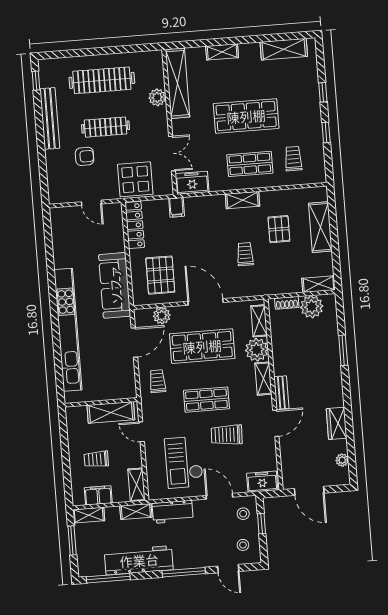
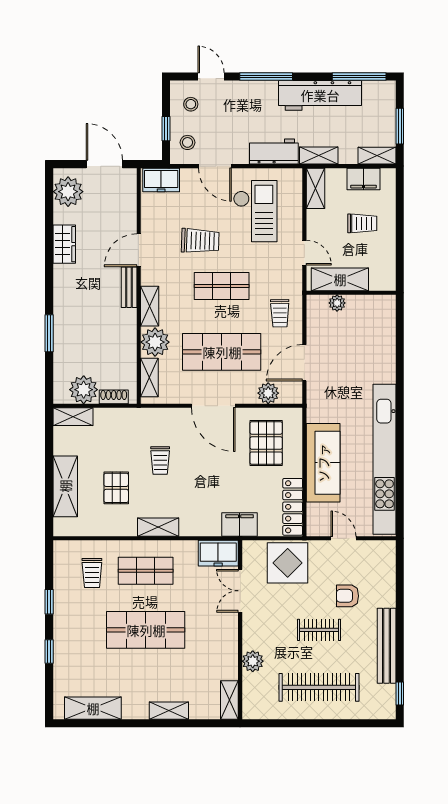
shelving: (178, 83) -> (229, 700), width x0.45, depth x0.75
clothes rail: (106, 127) -> (319, 630), width x0.73
filing cabinet: (177, 207) -> (240, 525), width x2.00
sofa: (115, 285) -> (323, 463), moved
kitchen unit: (68, 330) -> (385, 459), moved
plant: (112, 393) -> (337, 303), added
plant: (342, 460) -> (68, 192), width x1.87, depth x1.87

